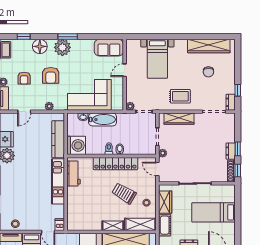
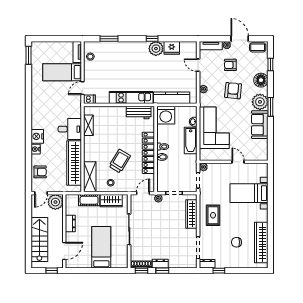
sofa: (109, 48) -> (260, 125), moved
armchair: (51, 75) -> (233, 91), turned 96
shelving: (113, 226) -> (88, 125), moved

